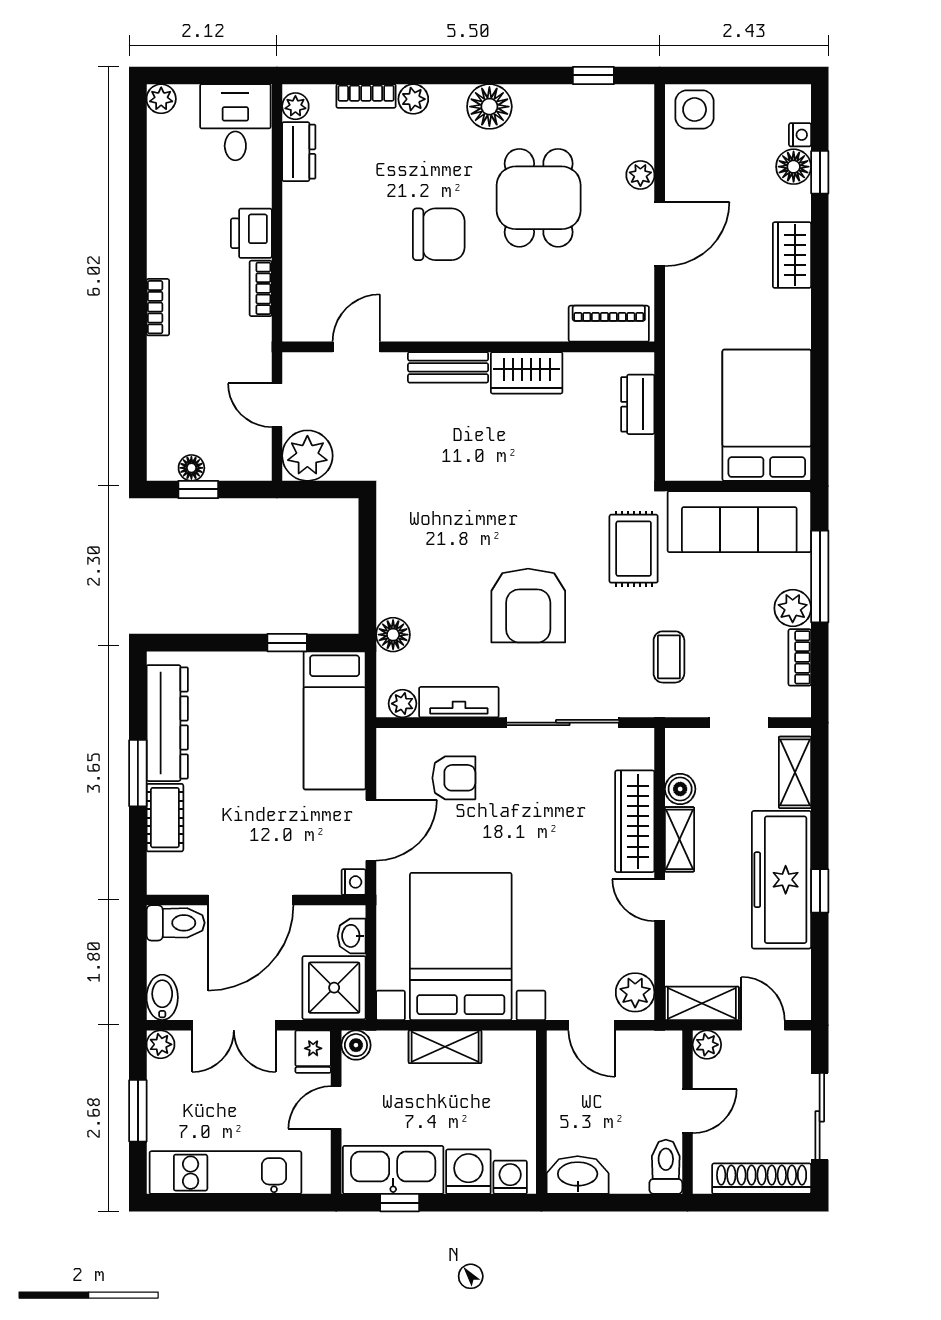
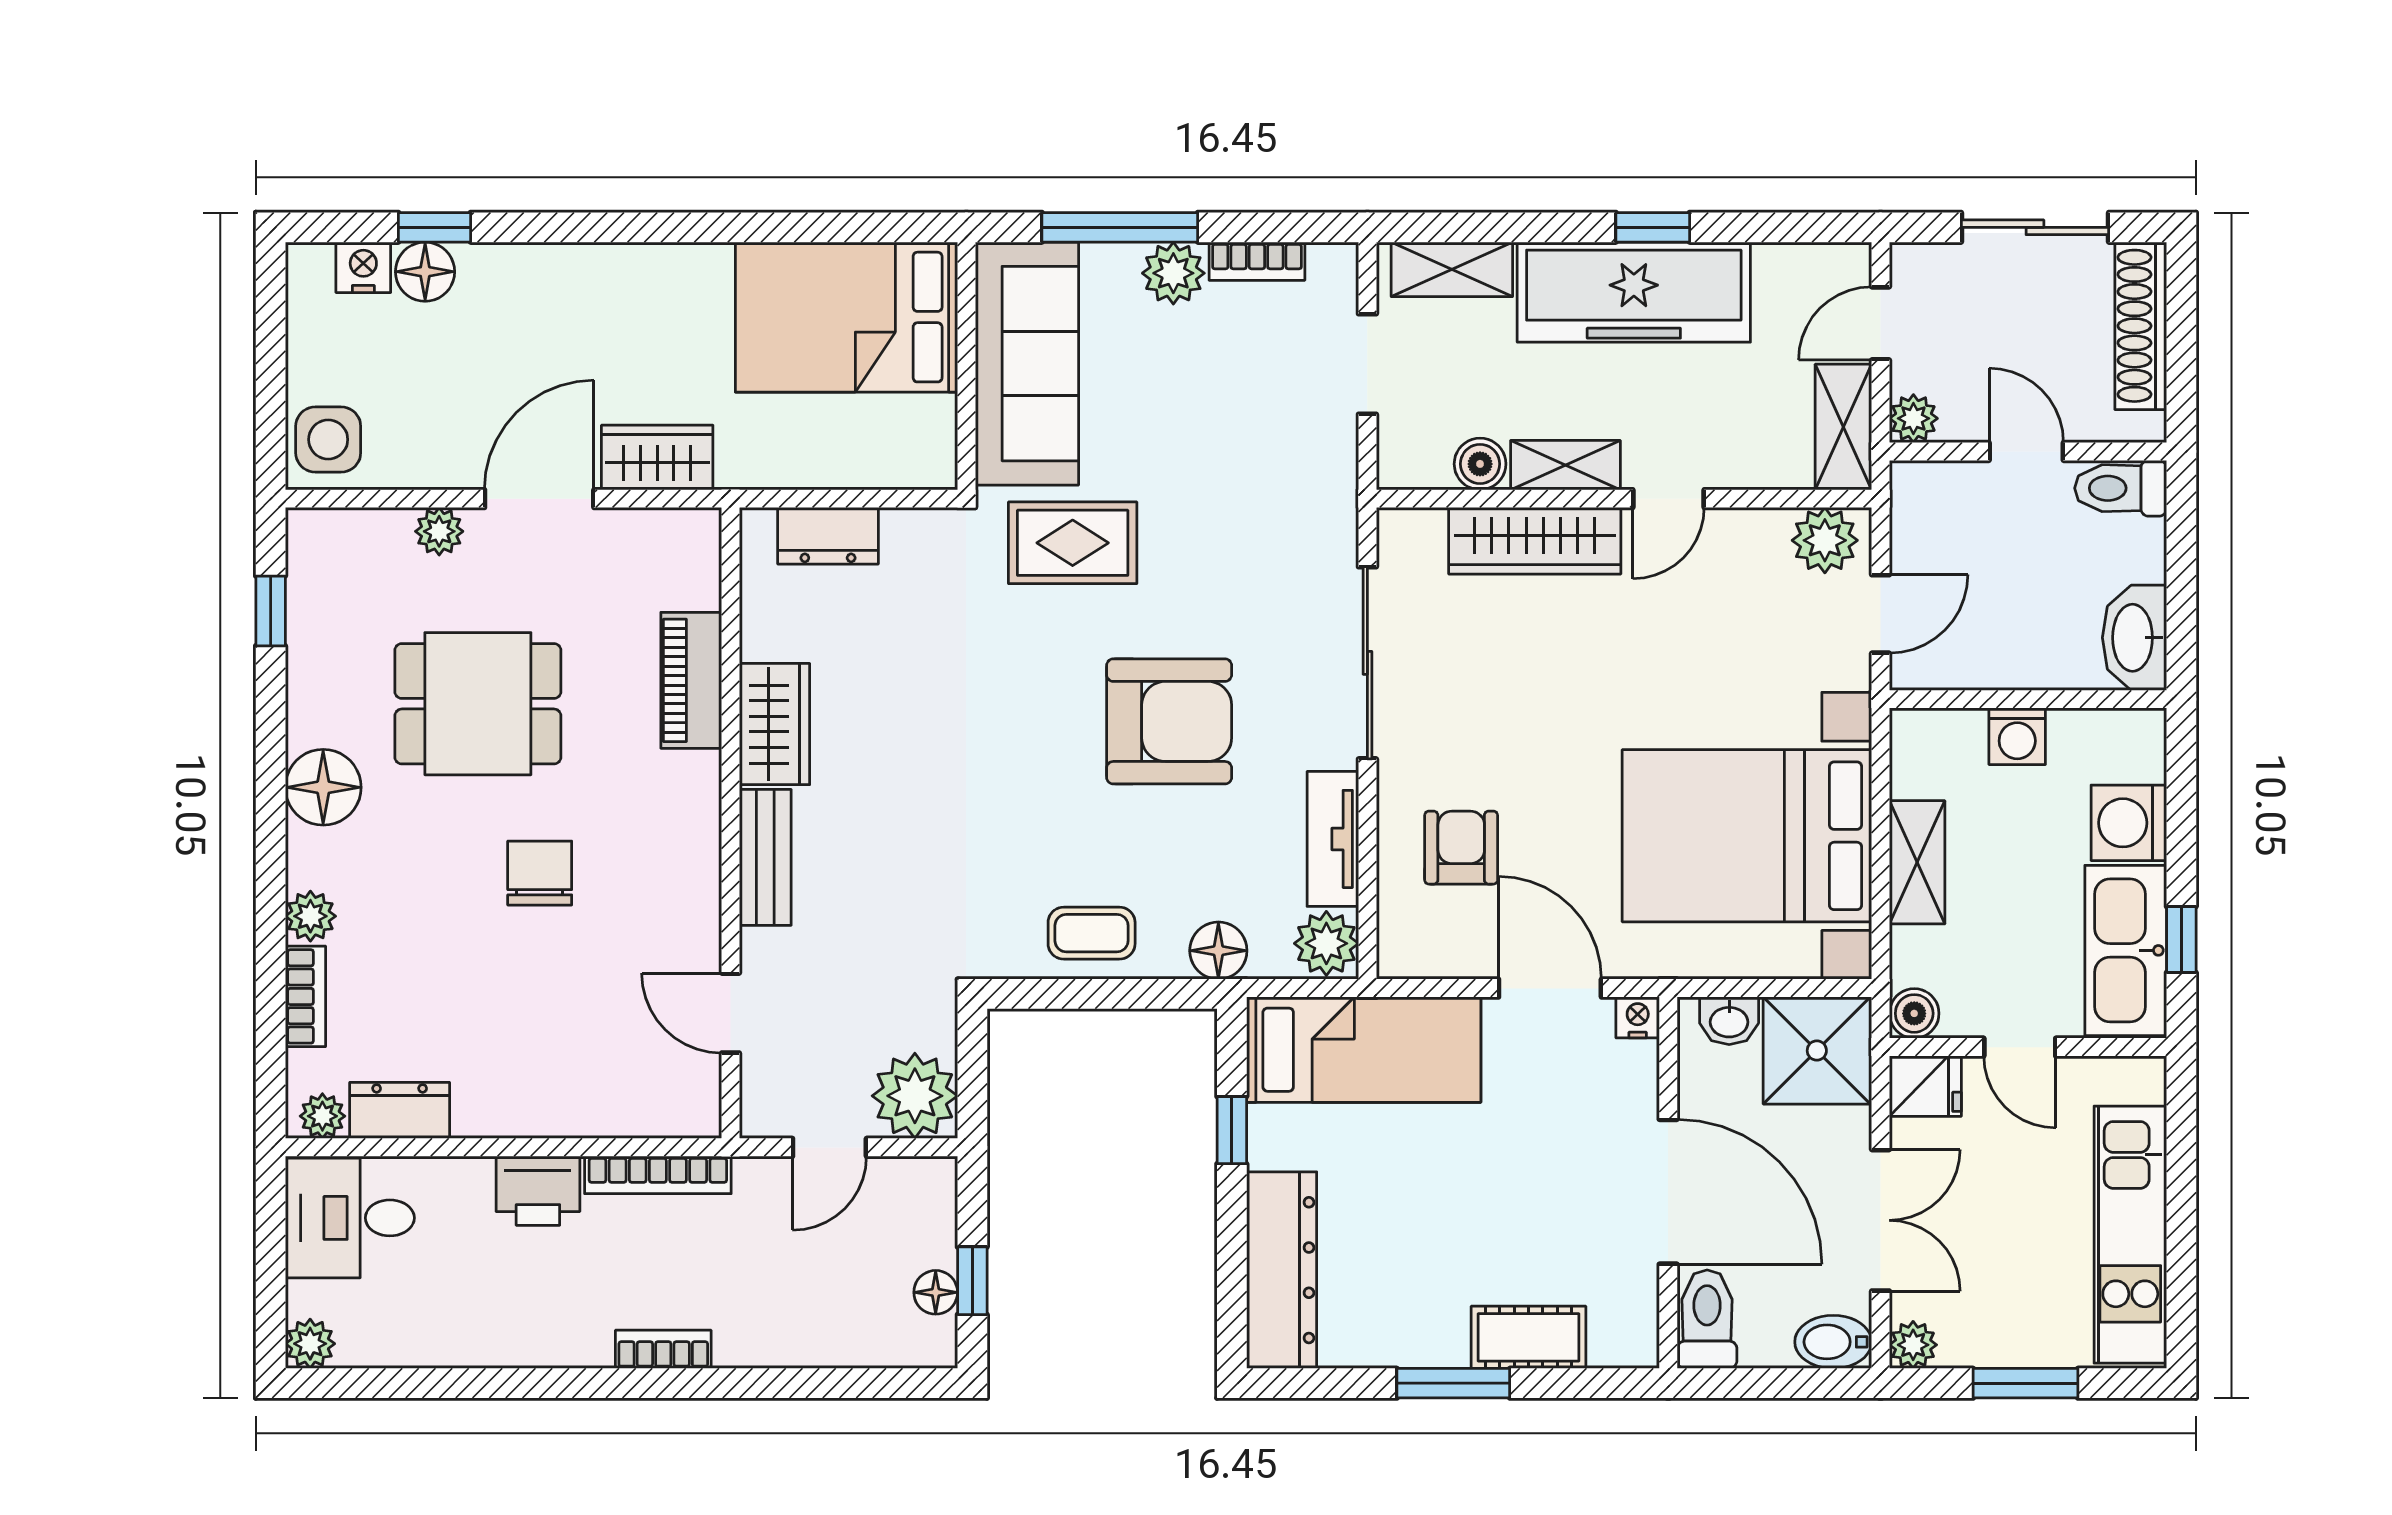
nightstand: (800, 135) -> (363, 267), width x1.39, depth x1.35
chair: (439, 234) -> (540, 873), width x0.73, depth x0.73
door: (660, 234) -> (539, 499), hinge flipped
wardrobe: (792, 255) -> (657, 457), moved, turned 180
bookcase: (261, 288) -> (658, 1175), width x1.56
piano: (609, 324) -> (691, 680), moved
coffee table: (669, 657) -> (1092, 933), moved
plant: (402, 704) -> (1326, 943), width x1.38, depth x1.38
dresser: (167, 723) -> (1282, 1270), moved, turned 90
washing machine: (510, 1177) -> (2017, 736), moved, turned -90

